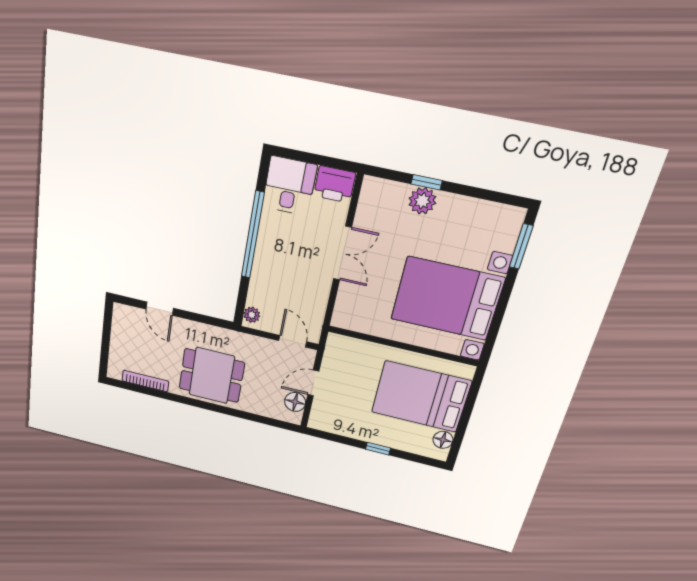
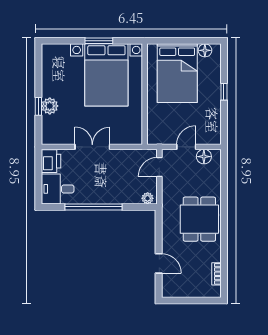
window: (521, 246) -> (99, 41), moved
door: (160, 309) -> (159, 263), hinge flipped
bookcase: (145, 381) -> (216, 274), width x0.64
door: (313, 383) -> (186, 147), swing flipped

